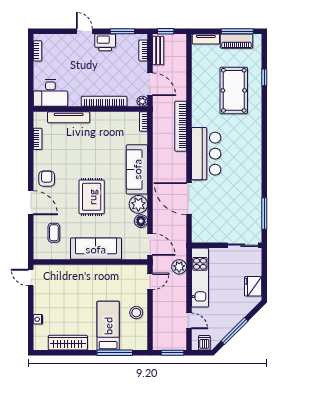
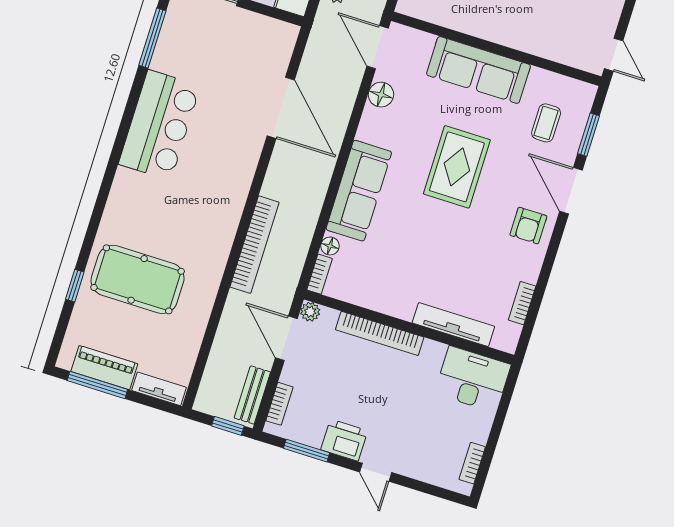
pool table: (234, 90) -> (138, 279), turned 90
floor lamp: (143, 137) -> (330, 246), added
bar counter: (206, 154) -> (159, 125), moved, turned 180
plant: (138, 204) -> (376, 126), removed
window: (31, 234) -> (589, 135), added

